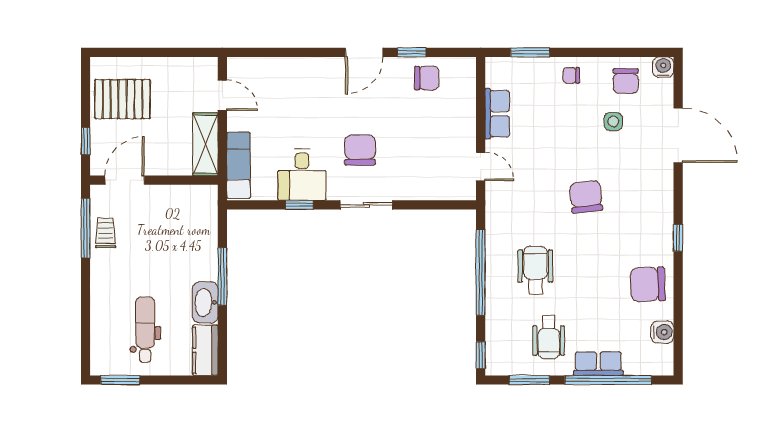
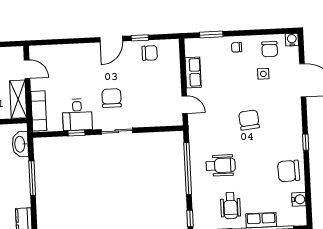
wheelchair: (535, 270) -> (221, 165), turned 90
washbasin: (205, 302) -> (20, 144), moved

